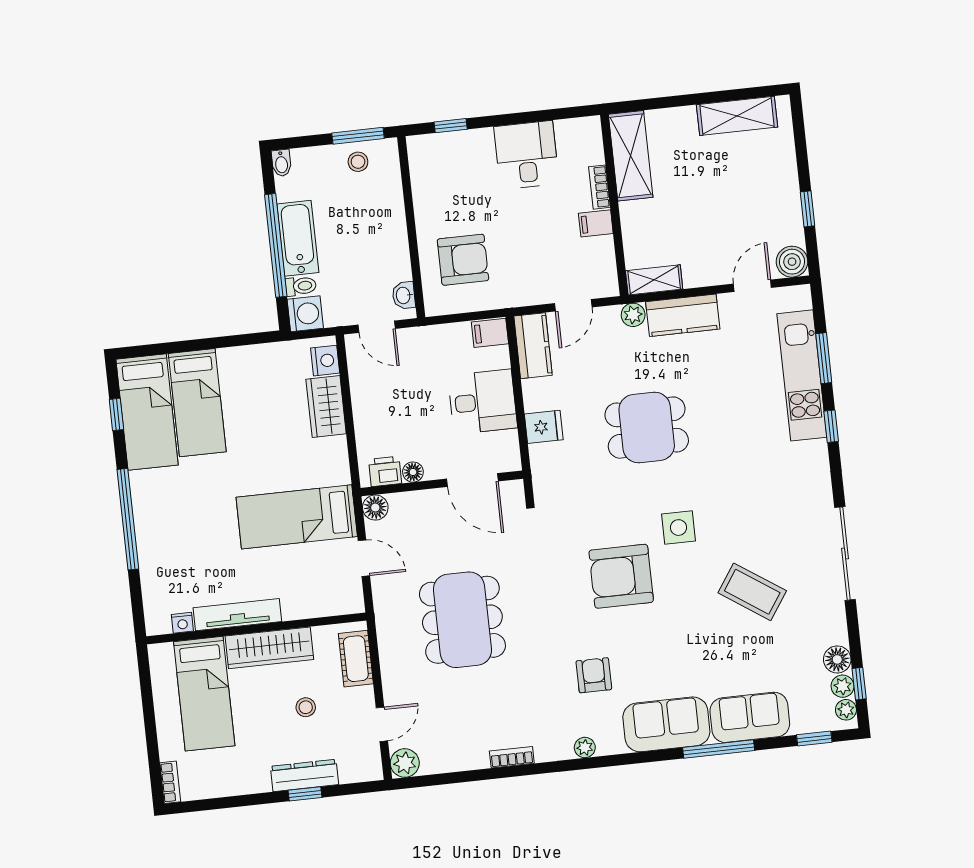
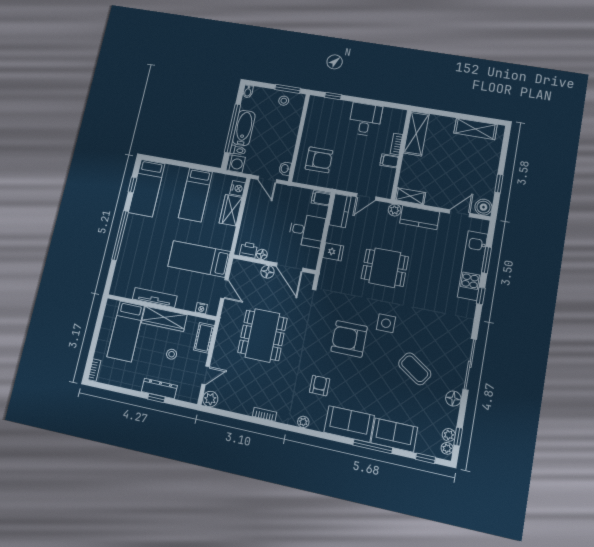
bed: (197, 403) -> (195, 195), moved
floor lamp: (375, 508) -> (267, 272), moved
nightstand: (182, 623) -> (201, 308), moved
floor lamp: (837, 659) -> (453, 399), moved

